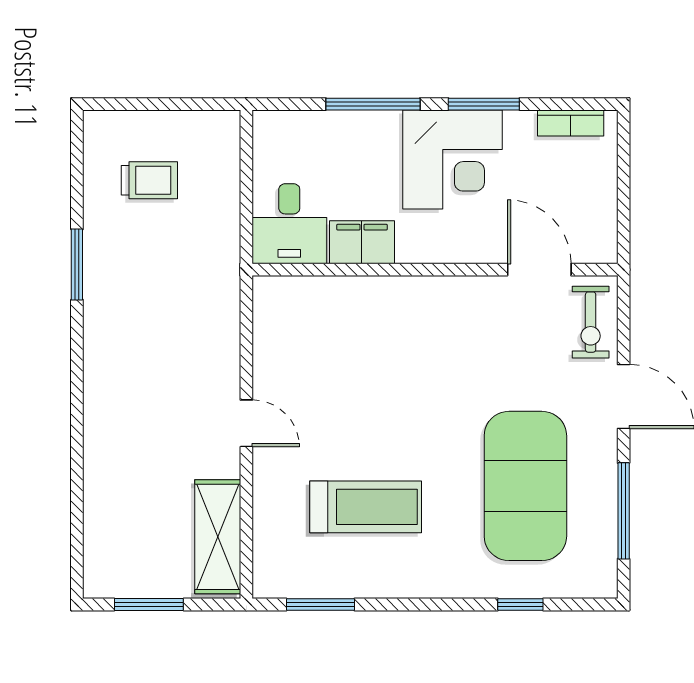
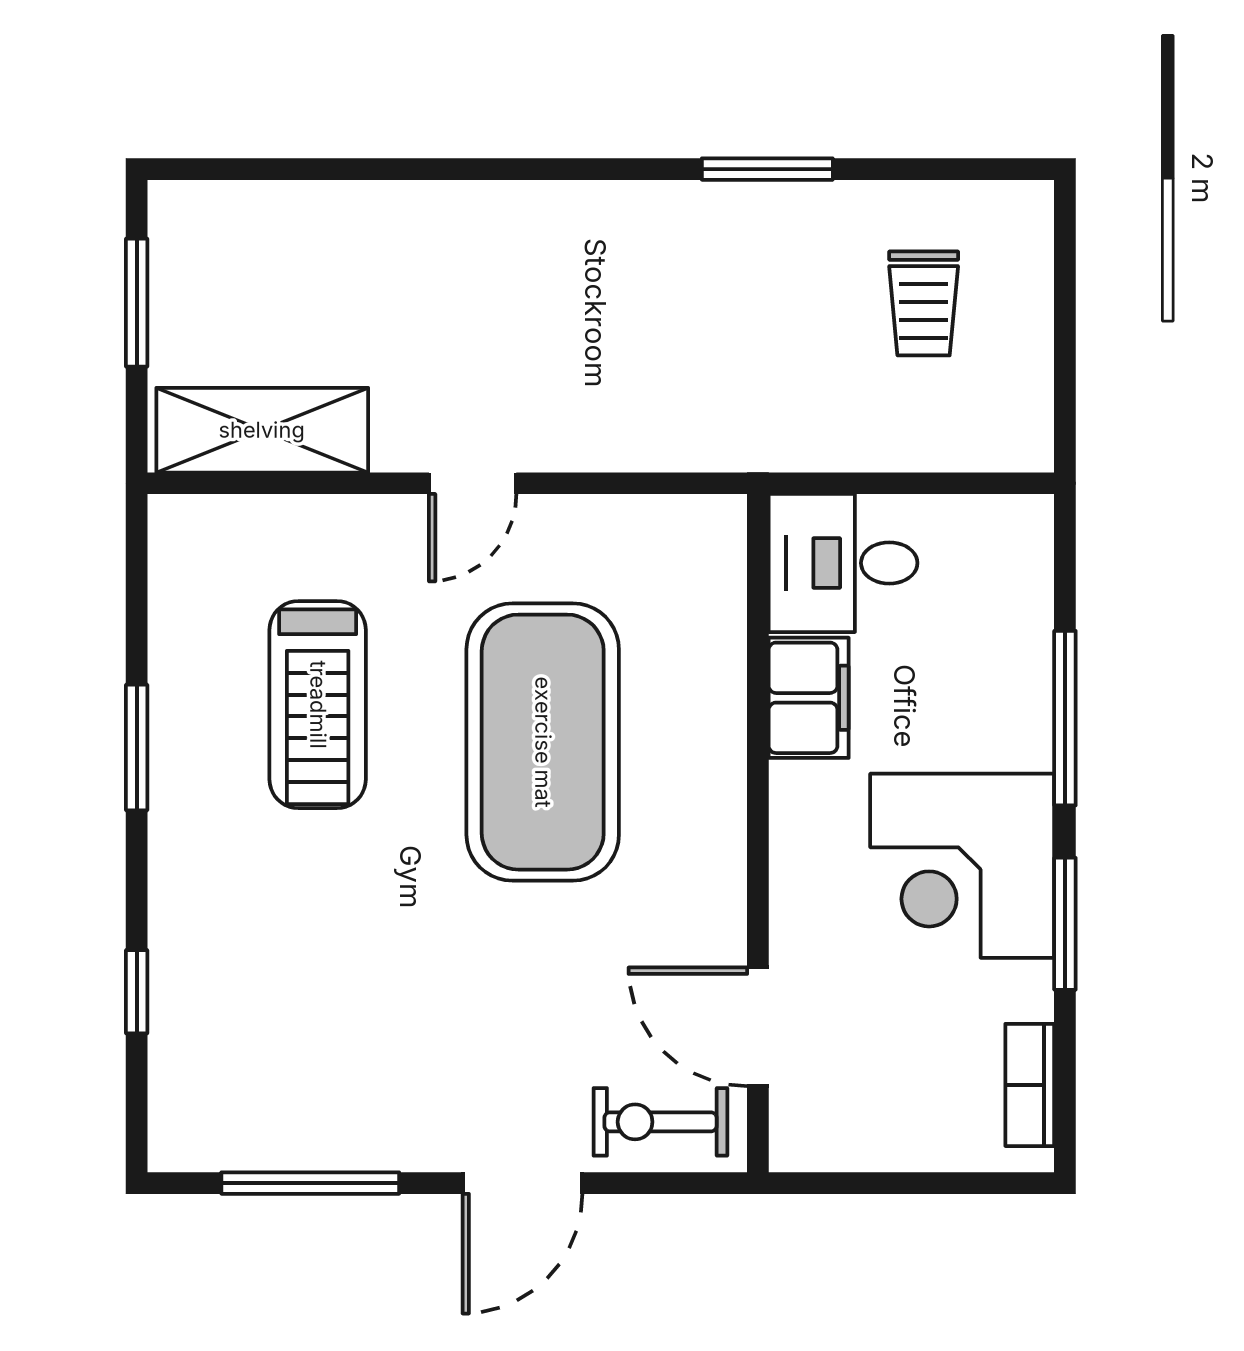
door: (539, 270) -> (758, 1027), swing flipped
exercise mat: (525, 486) -> (543, 742), moved, turned 90
window: (320, 604) -> (137, 747), moved

